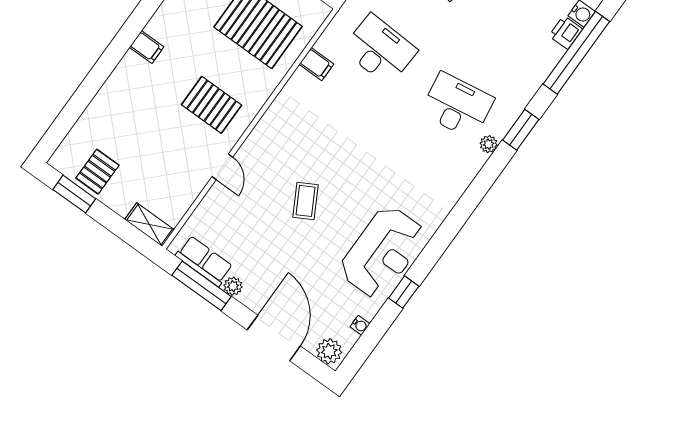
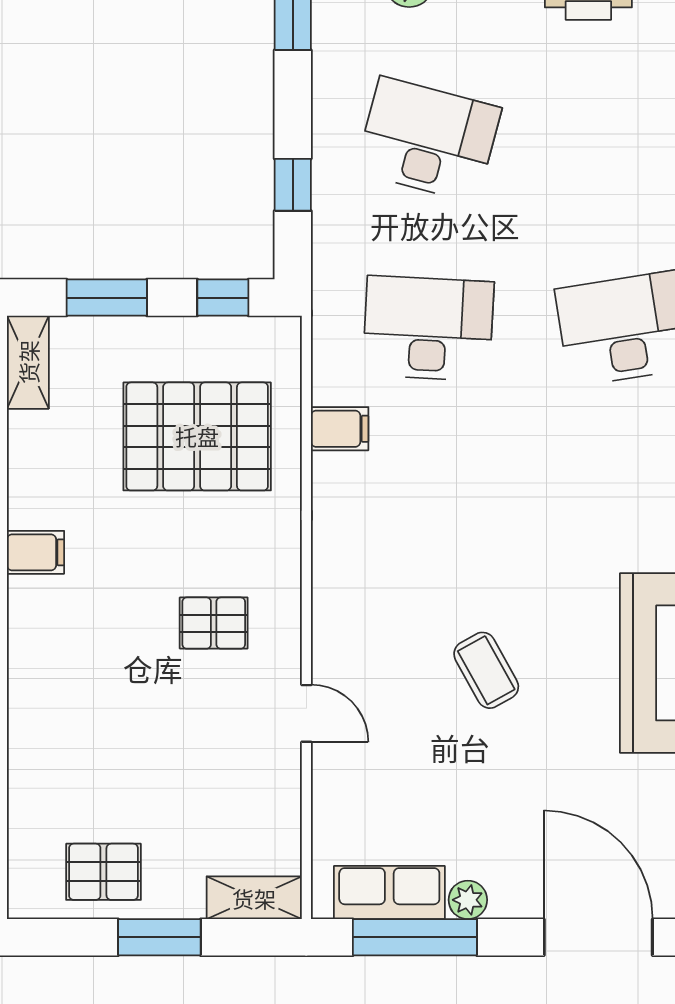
filing cabinet: (147, 47) -> (36, 552), moved
pallet: (212, 105) -> (214, 623), width x0.67, depth x0.71
pallet: (97, 172) -> (103, 872), turned 90
window: (74, 194) -> (159, 937), moved

